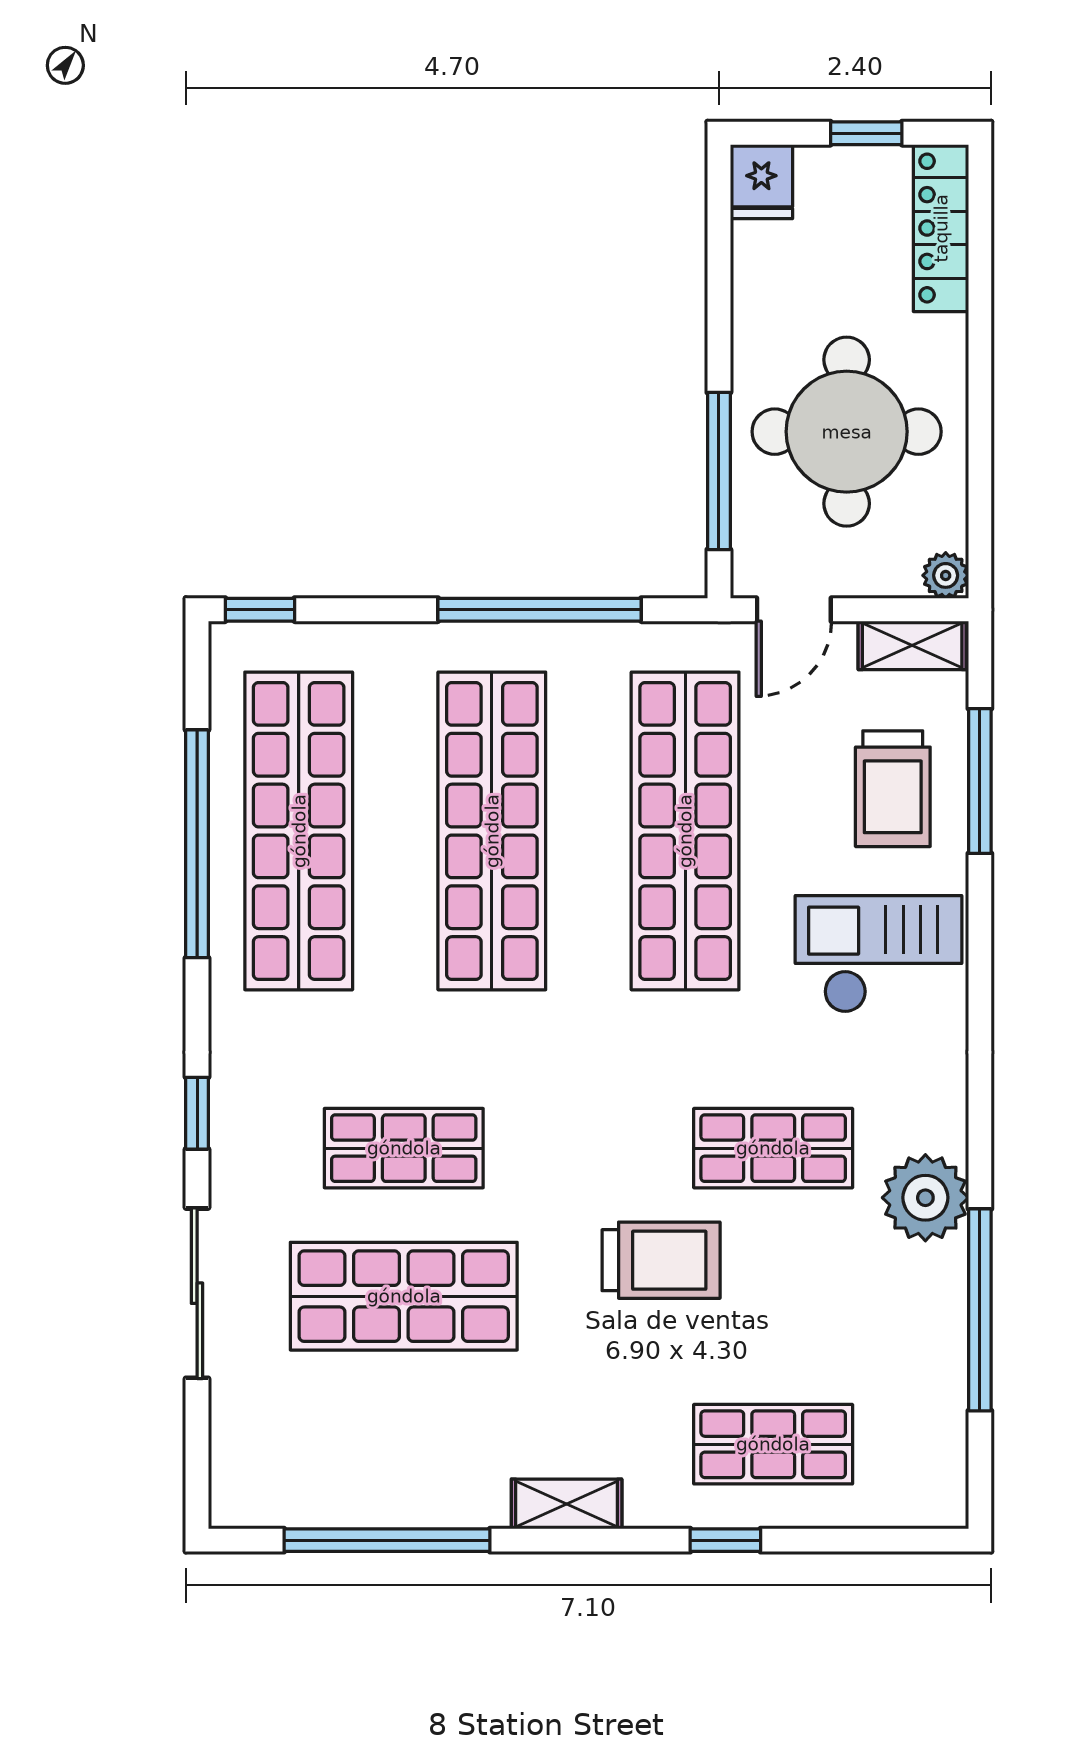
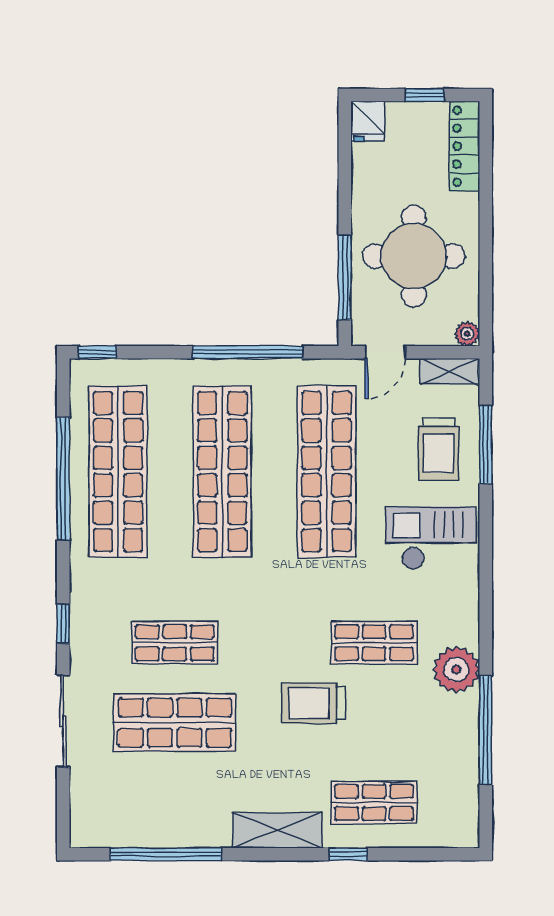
trolley: (661, 1260) -> (314, 703), turned 180
shelving: (567, 1504) -> (278, 830), width x1.50, depth x1.33

